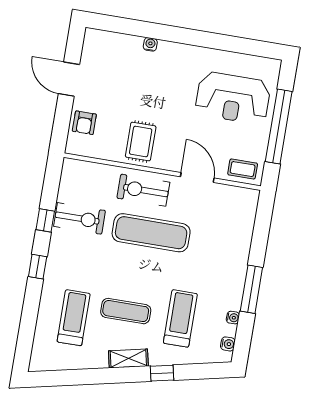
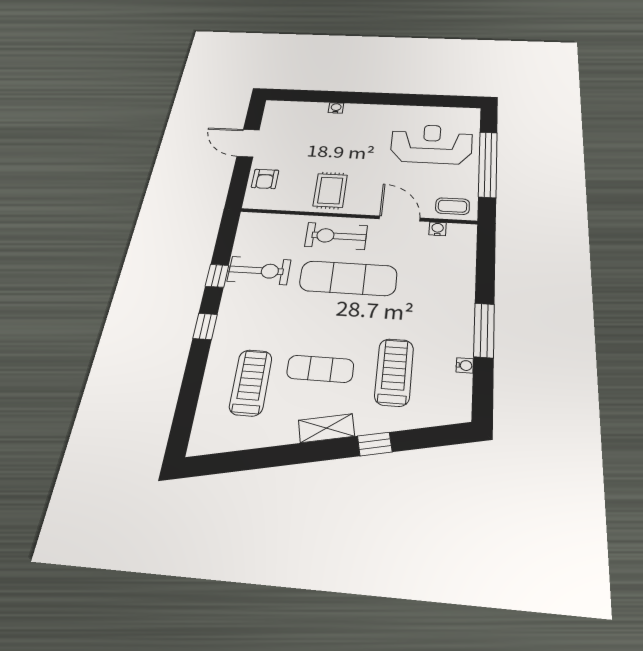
reception desk: (233, 98) -> (432, 144), turned 180
water cooler: (228, 344) -> (438, 229), moved, turned -90

